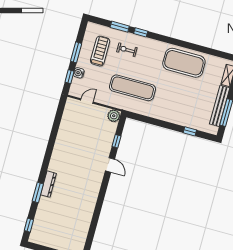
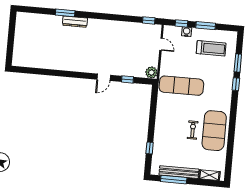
exercise bike: (127, 50) -> (193, 130), moved
exercise mat: (132, 88) -> (181, 86), turned 90
window: (29, 225) -> (149, 20), moved

